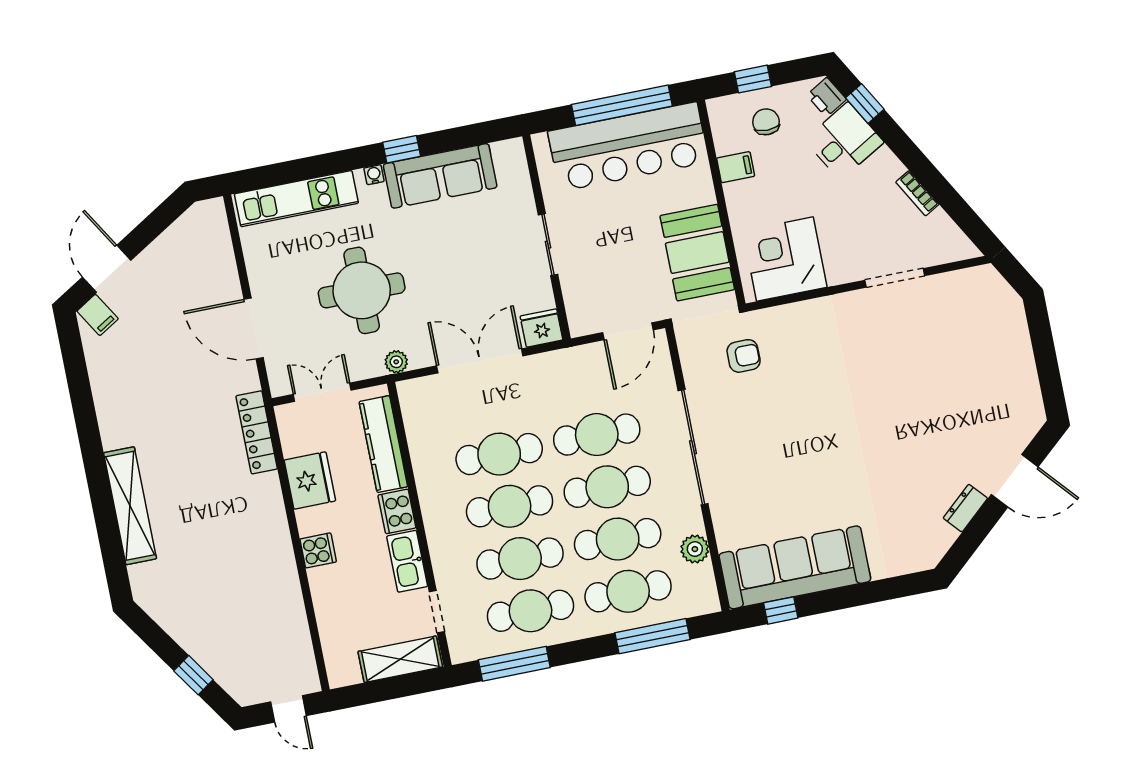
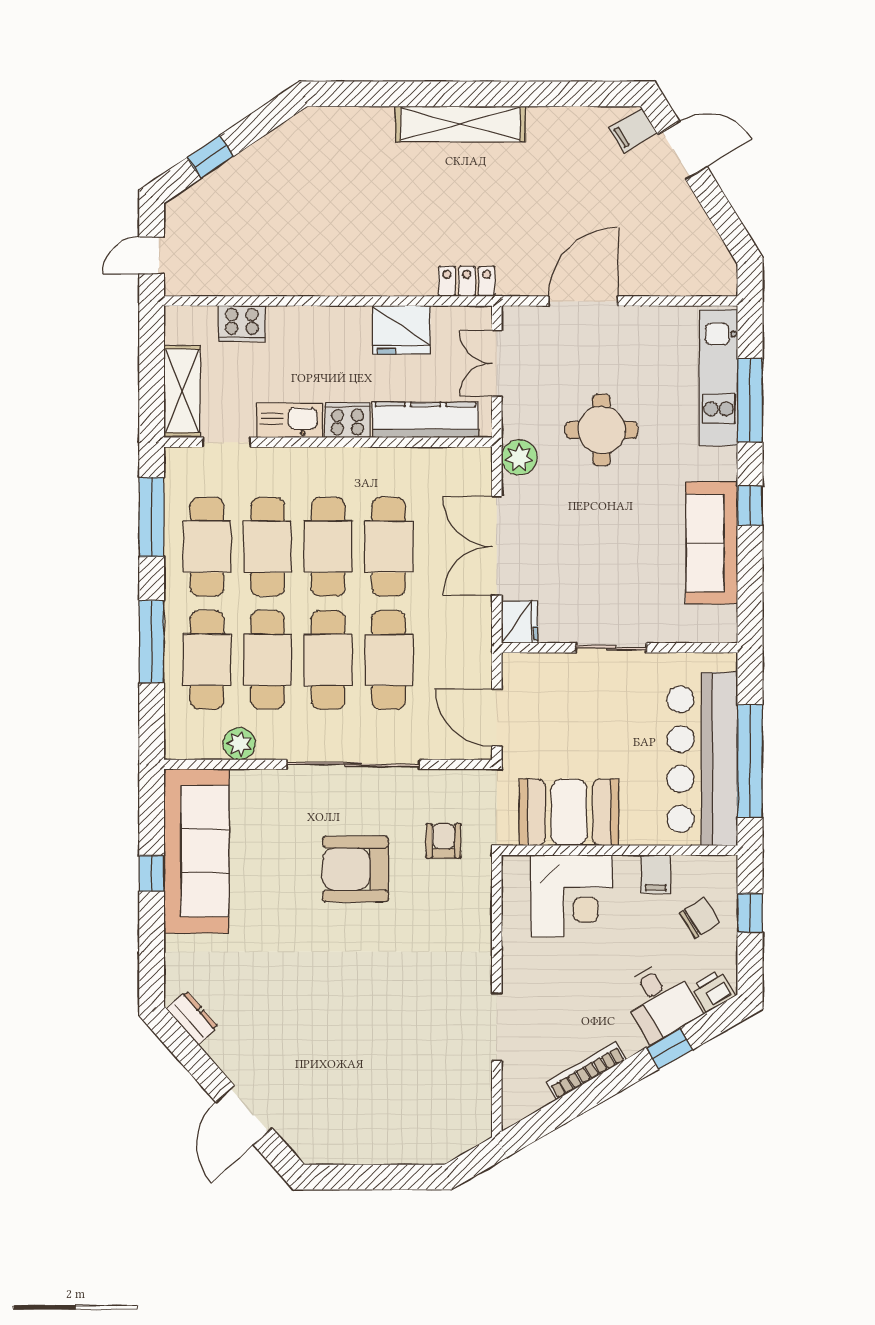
window: (865, 104) -> (669, 1049), moved
chair: (766, 122) -> (699, 918), turned -32
window: (311, 167) -> (750, 400), added
water cooler: (374, 175) -> (728, 469), removed
bookcase: (917, 193) -> (586, 1071), width x1.56
corner desk: (785, 259) -> (572, 896), moved, turned 90
round table: (362, 290) -> (602, 430), width x0.73, depth x0.73
armchair: (744, 356) -> (444, 841), turned 180
double door: (480, 361) -> (497, 546), swing flipped
plant: (396, 362) -> (519, 457), width x1.38, depth x1.38
double door: (322, 392) -> (497, 363), swing flipped
armchair: (783, 427) -> (356, 869), added
locker: (257, 432) -> (467, 281), width x0.66
shelving: (130, 506) -> (460, 124), moved
dresser: (965, 508) -> (192, 1018), moved
cooker: (318, 550) -> (242, 324), moved, width x1.36
window: (781, 610) -> (152, 873), moved
window: (653, 636) -> (152, 642), moved

